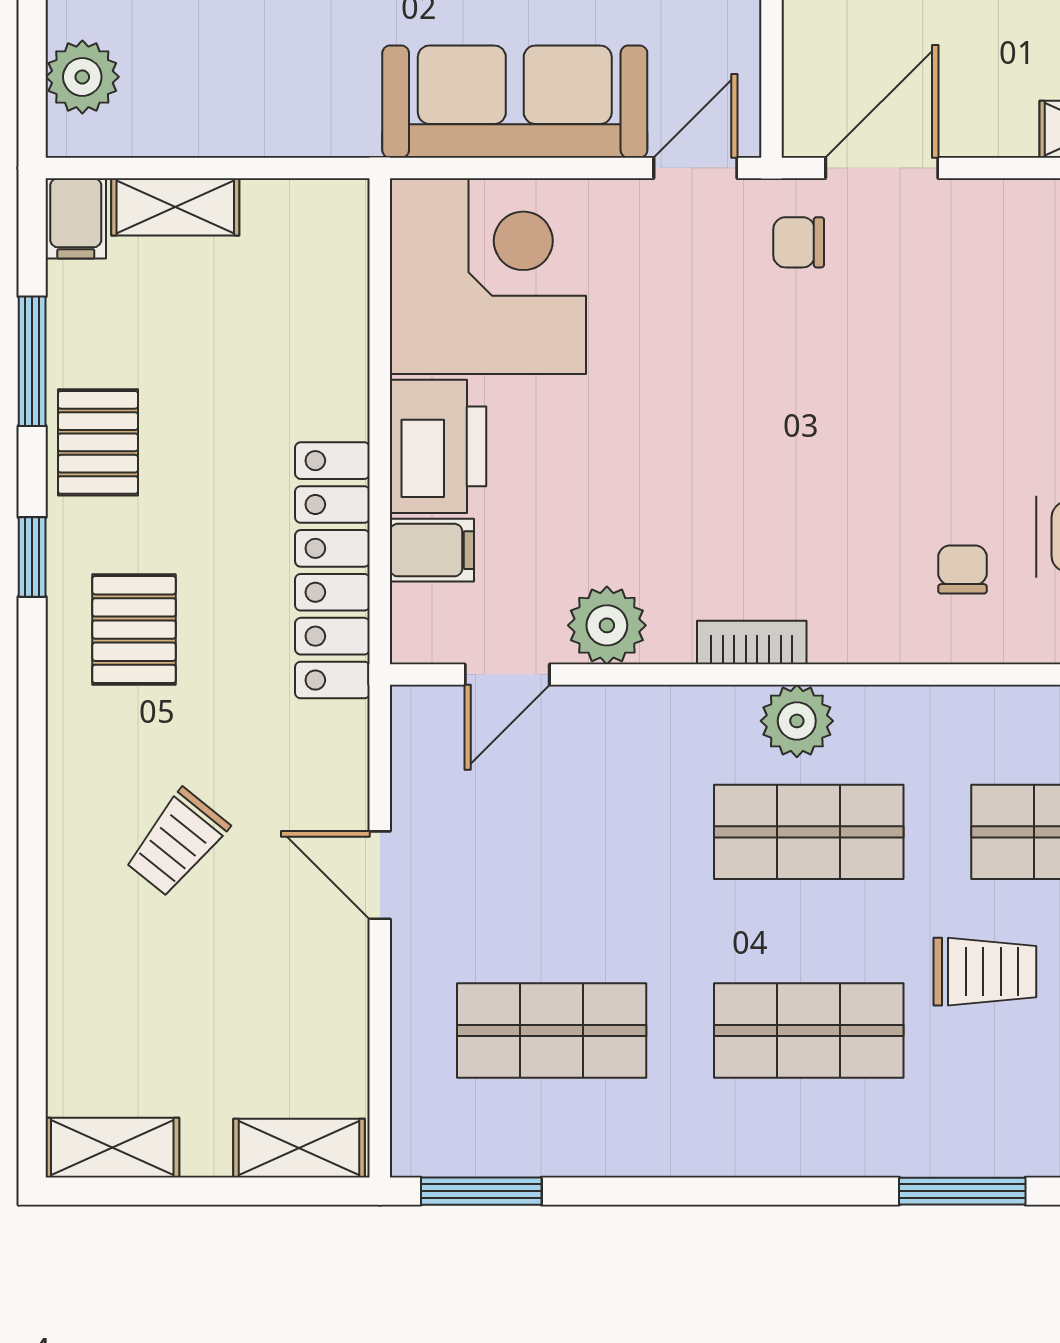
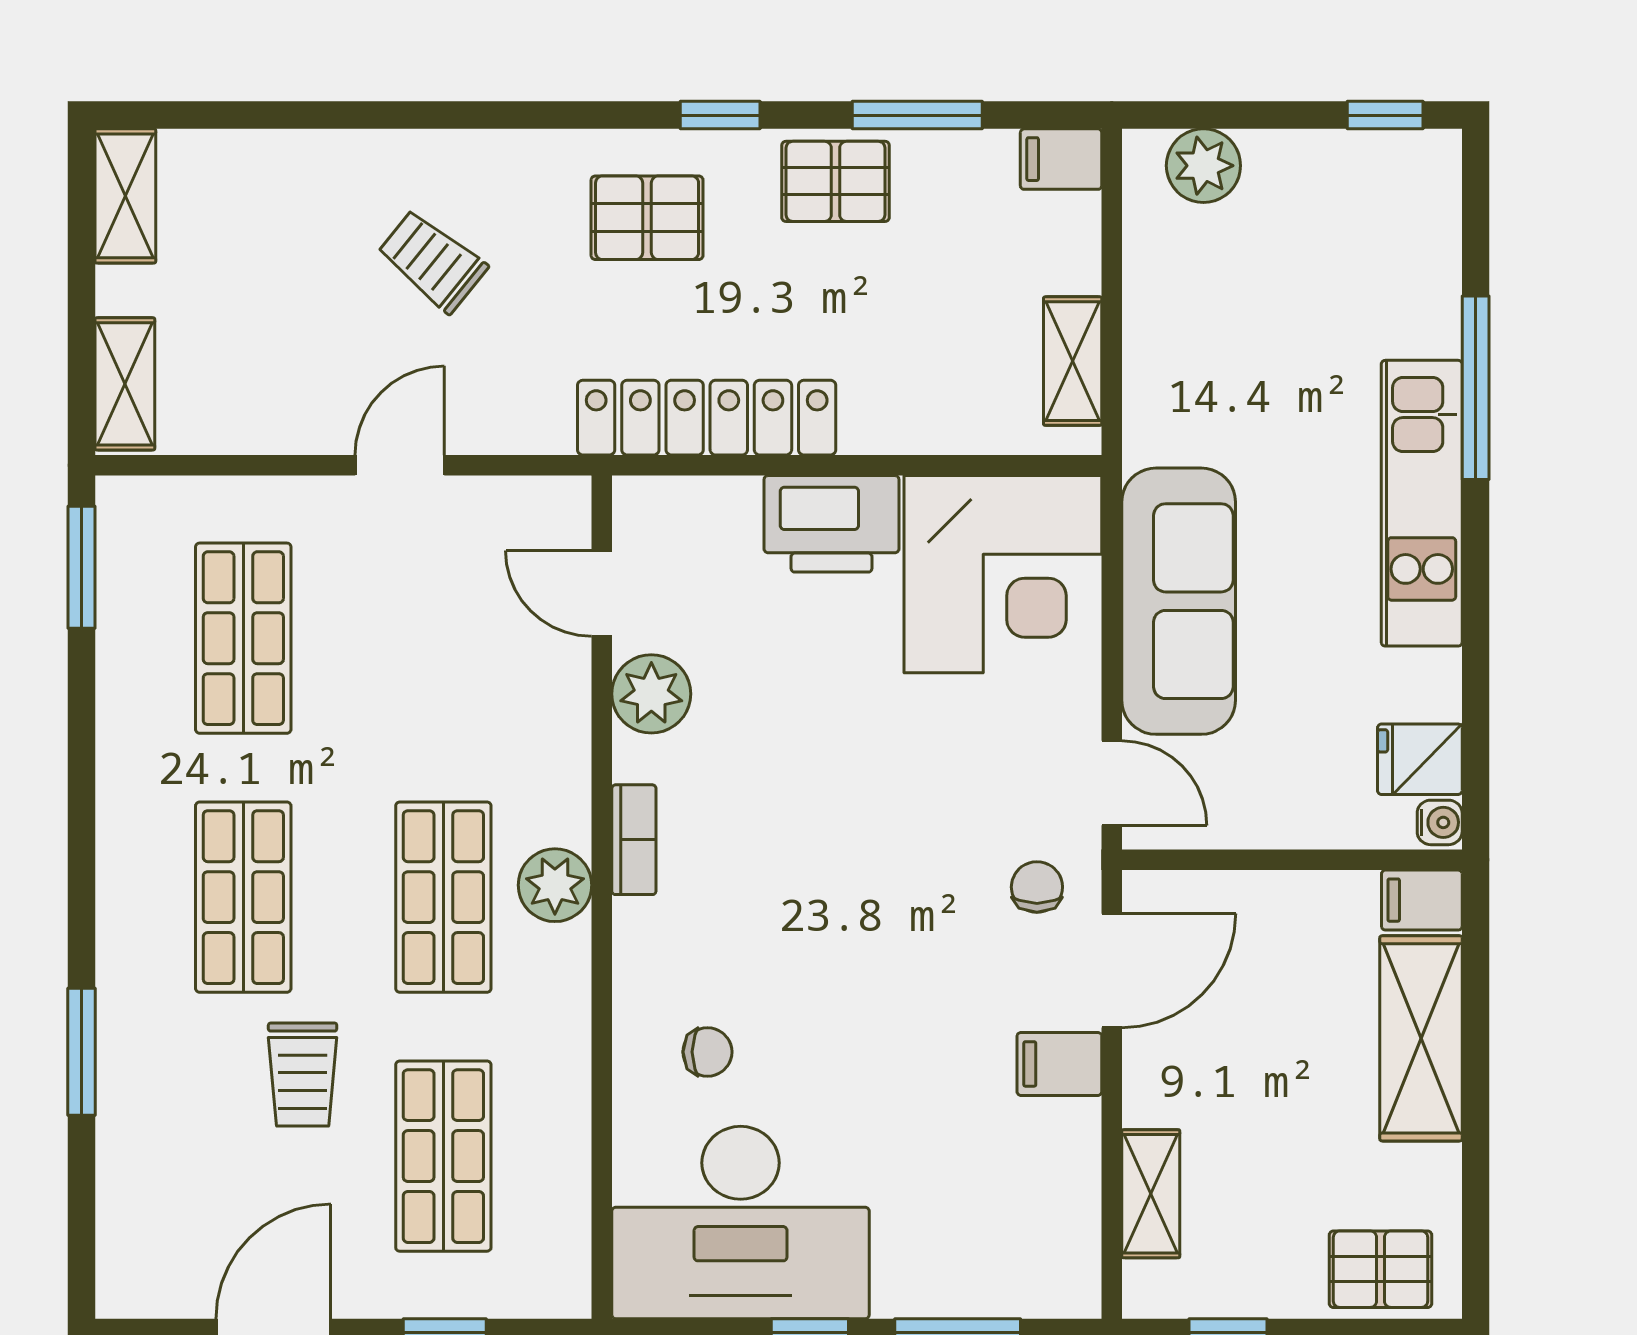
door: (882, 168) -> (1112, 971), hinge flipped
shelving: (175, 207) -> (1073, 361), moved
filing cabinet: (432, 550) -> (1059, 1064), moved, turned 90

